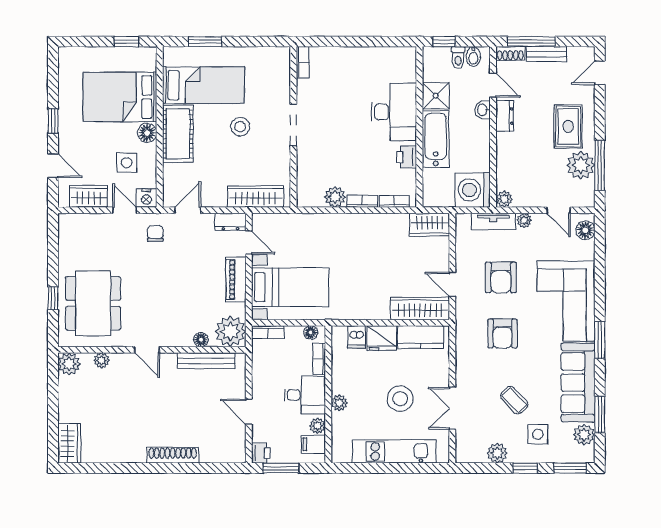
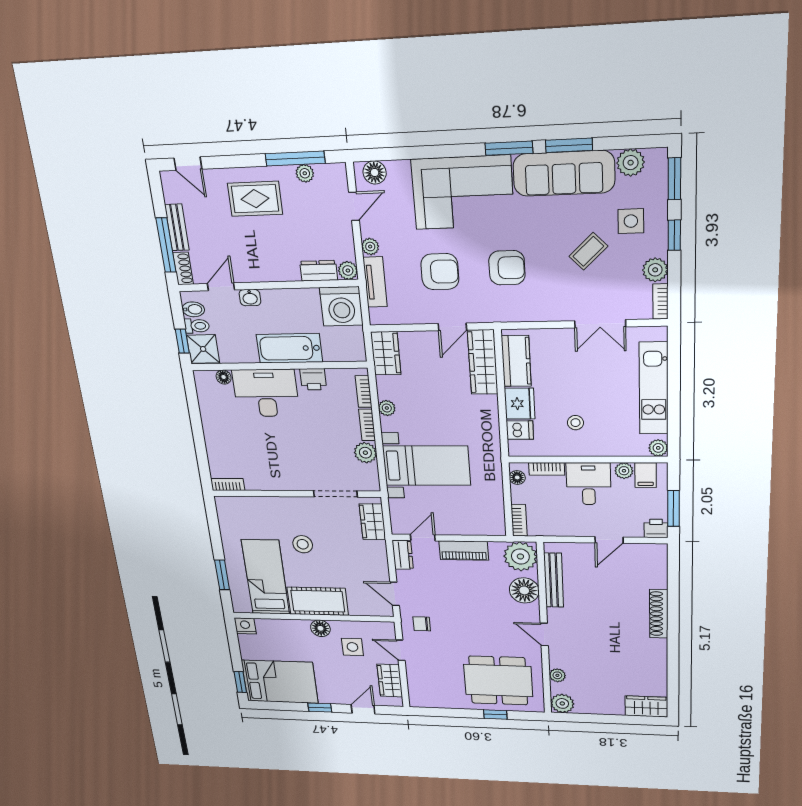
window: (126, 42) -> (240, 682), moved
floor lamp: (410, 75) -> (224, 377), added
shower: (436, 96) -> (203, 349), moved
bed: (120, 97) -> (280, 682), moved, turned -90
dresser: (505, 116) -> (319, 271), moved
doorway: (293, 125) -> (335, 494), moved
plant: (581, 165) -> (305, 173), width x0.53, depth x0.53
wardrobe: (256, 197) -> (373, 522), width x0.67
nightstand: (146, 198) -> (245, 626), moved, turned -90
door: (124, 210) -> (401, 650), hinge flipped
plant: (378, 221) -> (387, 408), added
bed with nightstands: (290, 287) -> (426, 466), moved, turned 90
floor lamp: (201, 340) -> (524, 590), width x1.89, depth x1.89
door: (147, 350) -> (544, 634), swing flipped
stool: (400, 399) -> (575, 423), moved, width x0.53, depth x0.53
plant: (339, 403) -> (658, 448), moved
window: (600, 415) -> (569, 145), moved
bookcase: (470, 457) -> (660, 301), added

